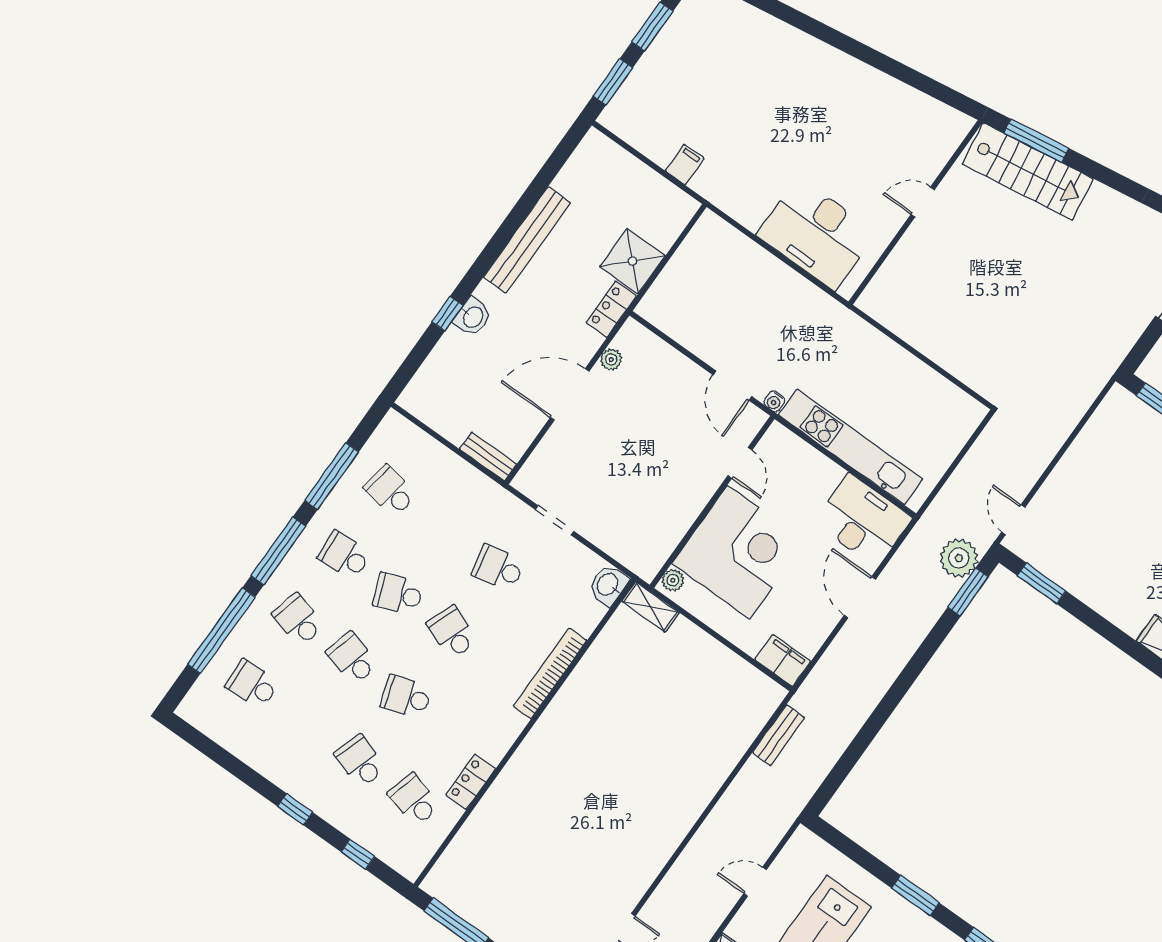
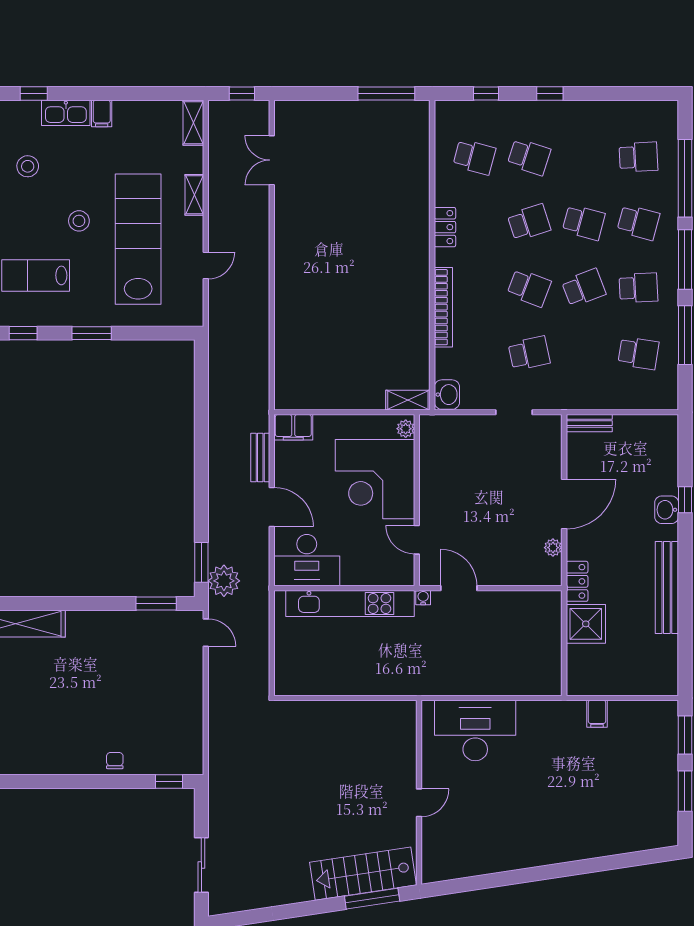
bench: (779, 735) -> (260, 457), moved
locker: (471, 782) -> (445, 227), moved

